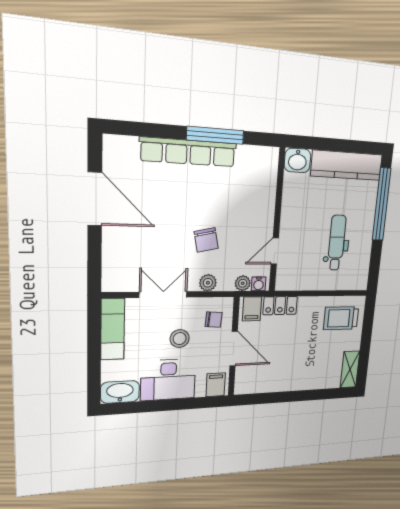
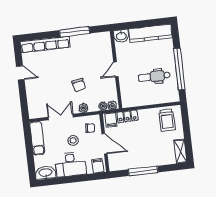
row of seats: (189, 152) -> (45, 44), moved
door: (95, 199) -> (20, 73), width x0.53
window: (382, 204) -> (179, 69), moved
dental chair: (337, 243) -> (154, 76), turned -90
door: (275, 251) -> (116, 69), moved
trolley: (341, 318) -> (167, 120), turned -90
window: (288, 397) -> (143, 171), added

